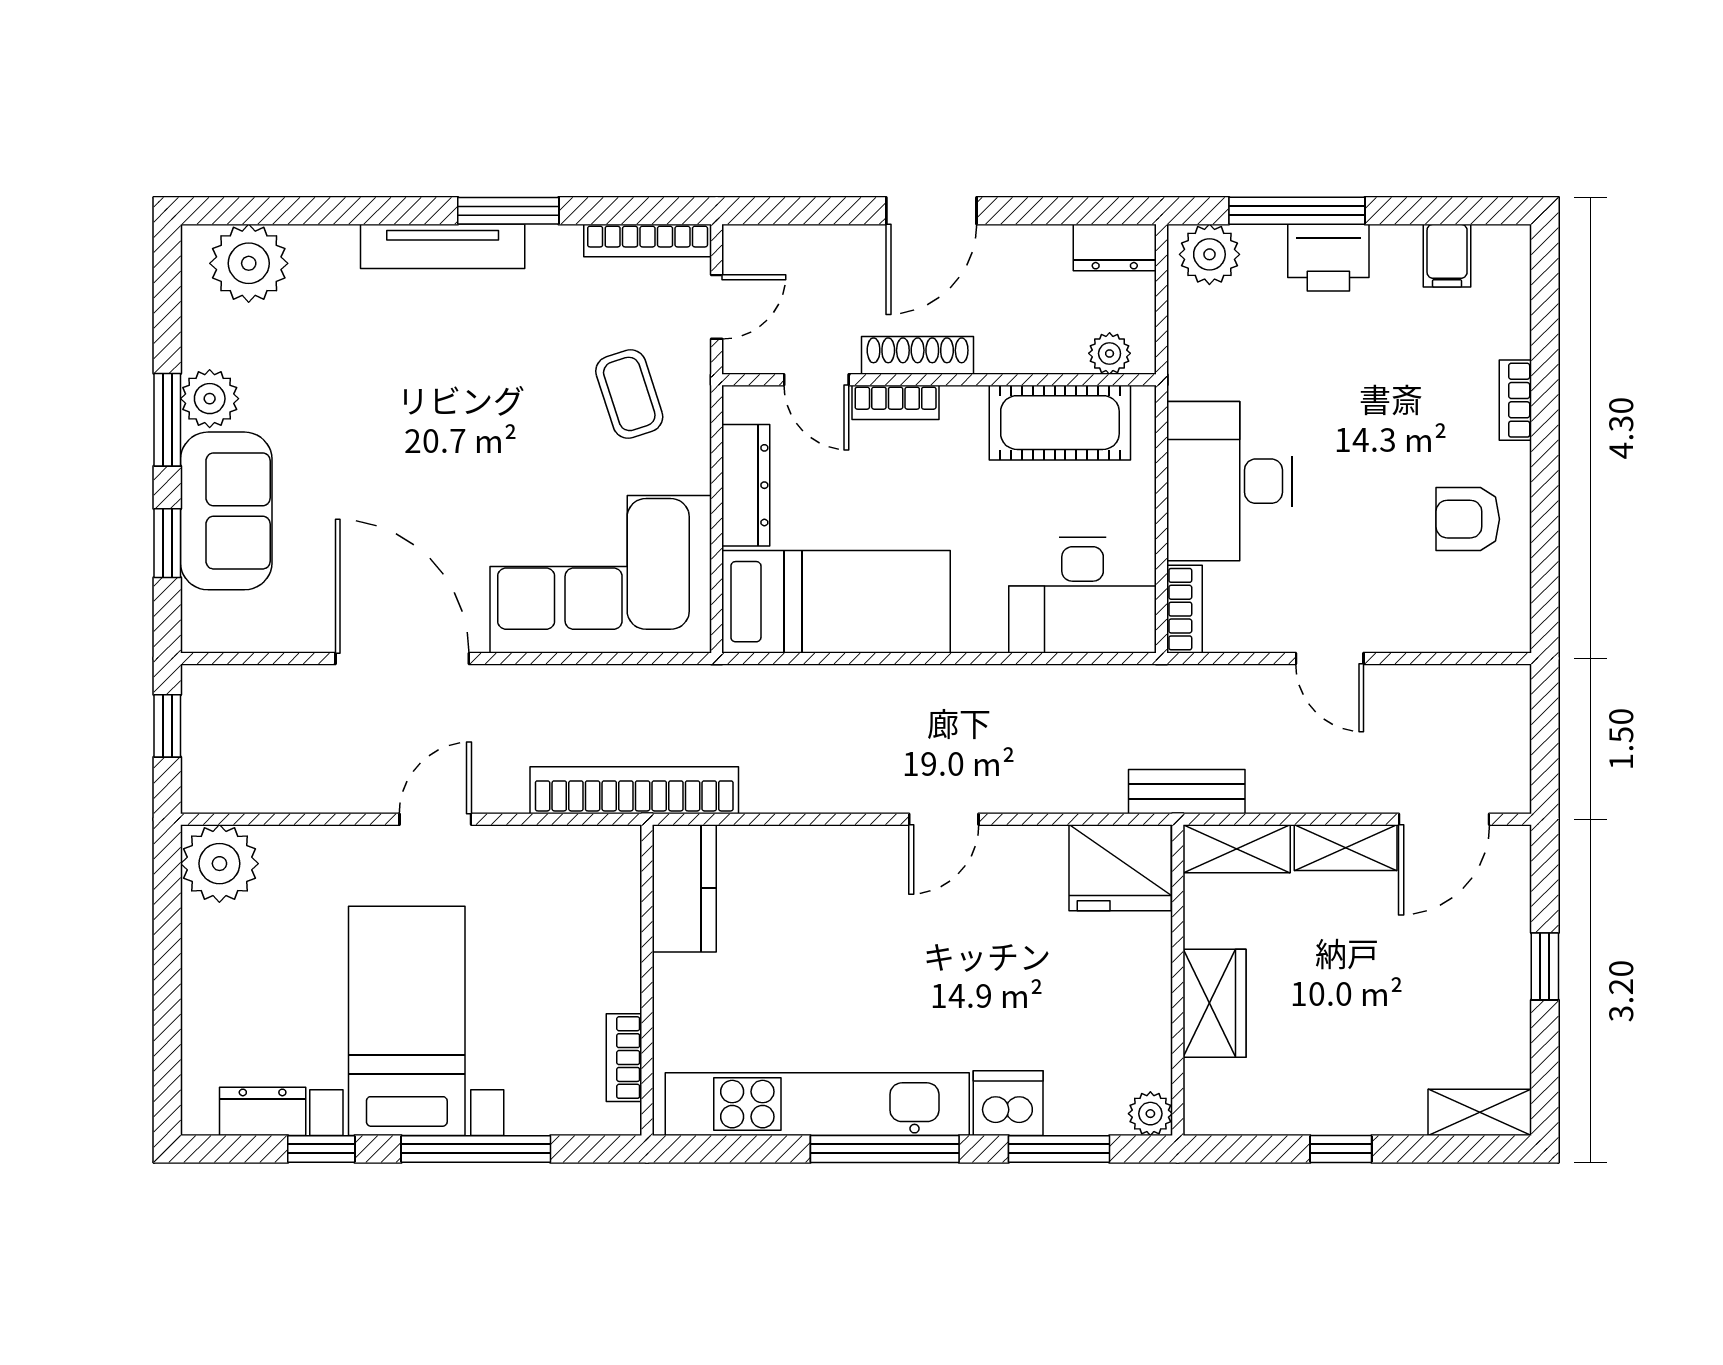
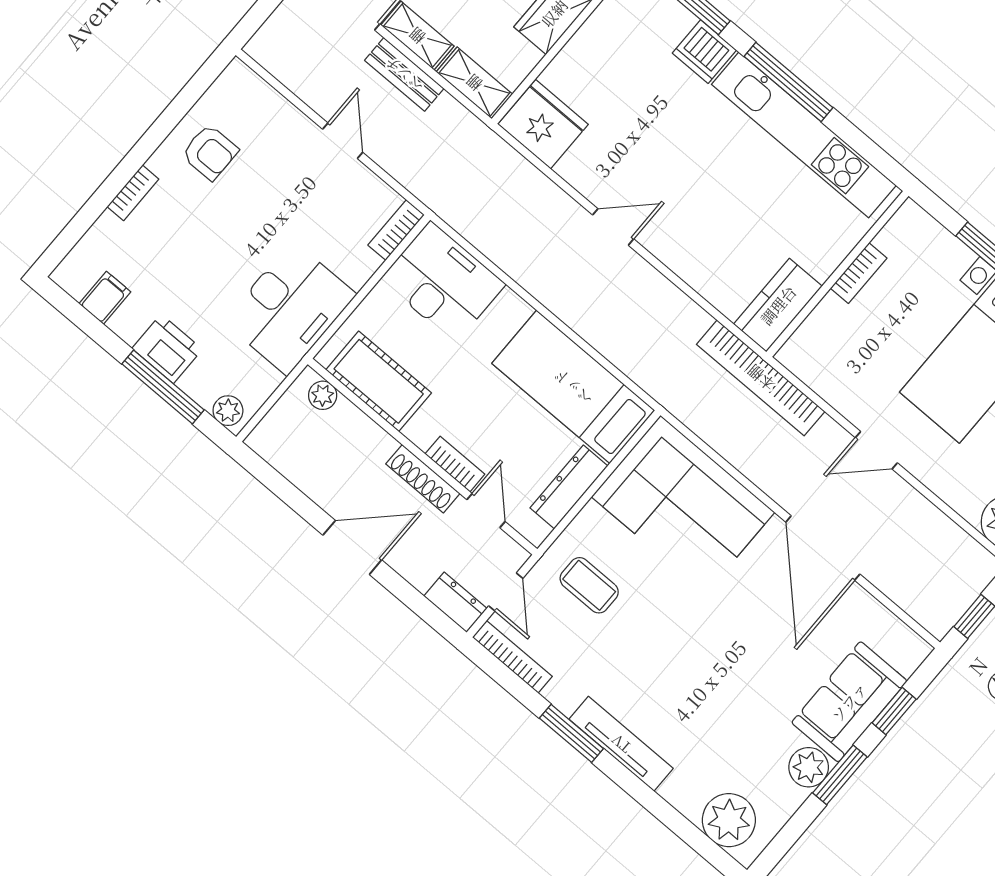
dresser: (1115, 248) -> (455, 602), moved
plant: (1209, 254) -> (228, 411), width x0.73, depth x0.73
door: (717, 307) -> (506, 592), swing flipped
coffee table: (629, 394) -> (589, 585), turned -72
desk: (1230, 481) -> (290, 308), moved
bench: (1187, 792) -> (404, 74), moved
bookcase: (624, 1058) -> (859, 273), moved

